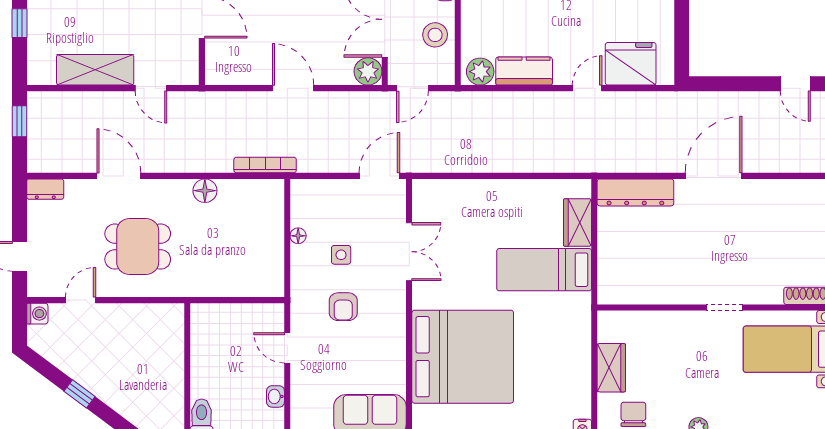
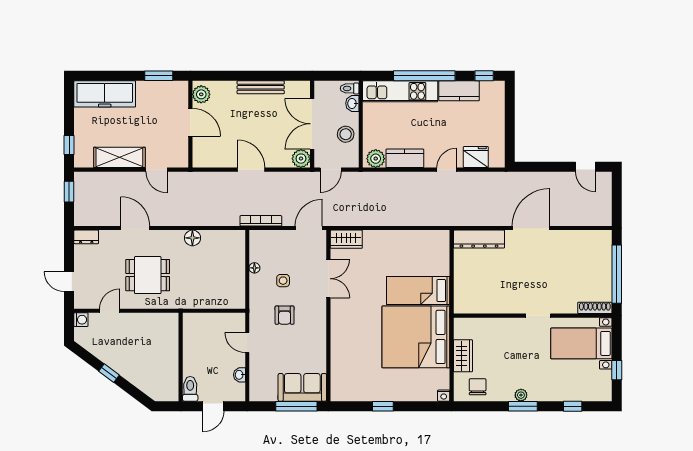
window: (20, 23) -> (69, 145), moved
fridge: (631, 64) -> (476, 157), width x0.73, depth x0.75
bookcase: (265, 165) -> (261, 221), moved
wardrobe: (578, 223) -> (346, 239), moved, turned -90
bed: (463, 357) -> (416, 337), moved, turned 180

